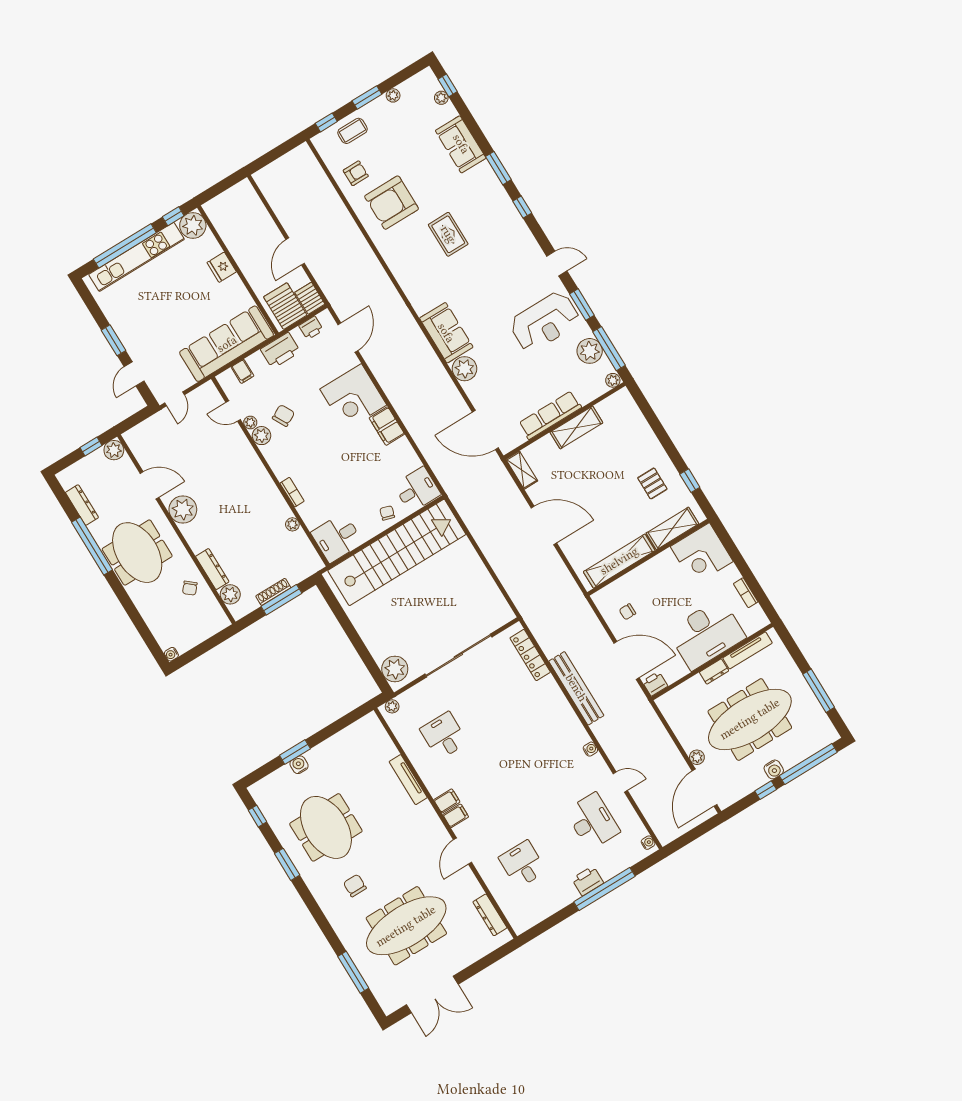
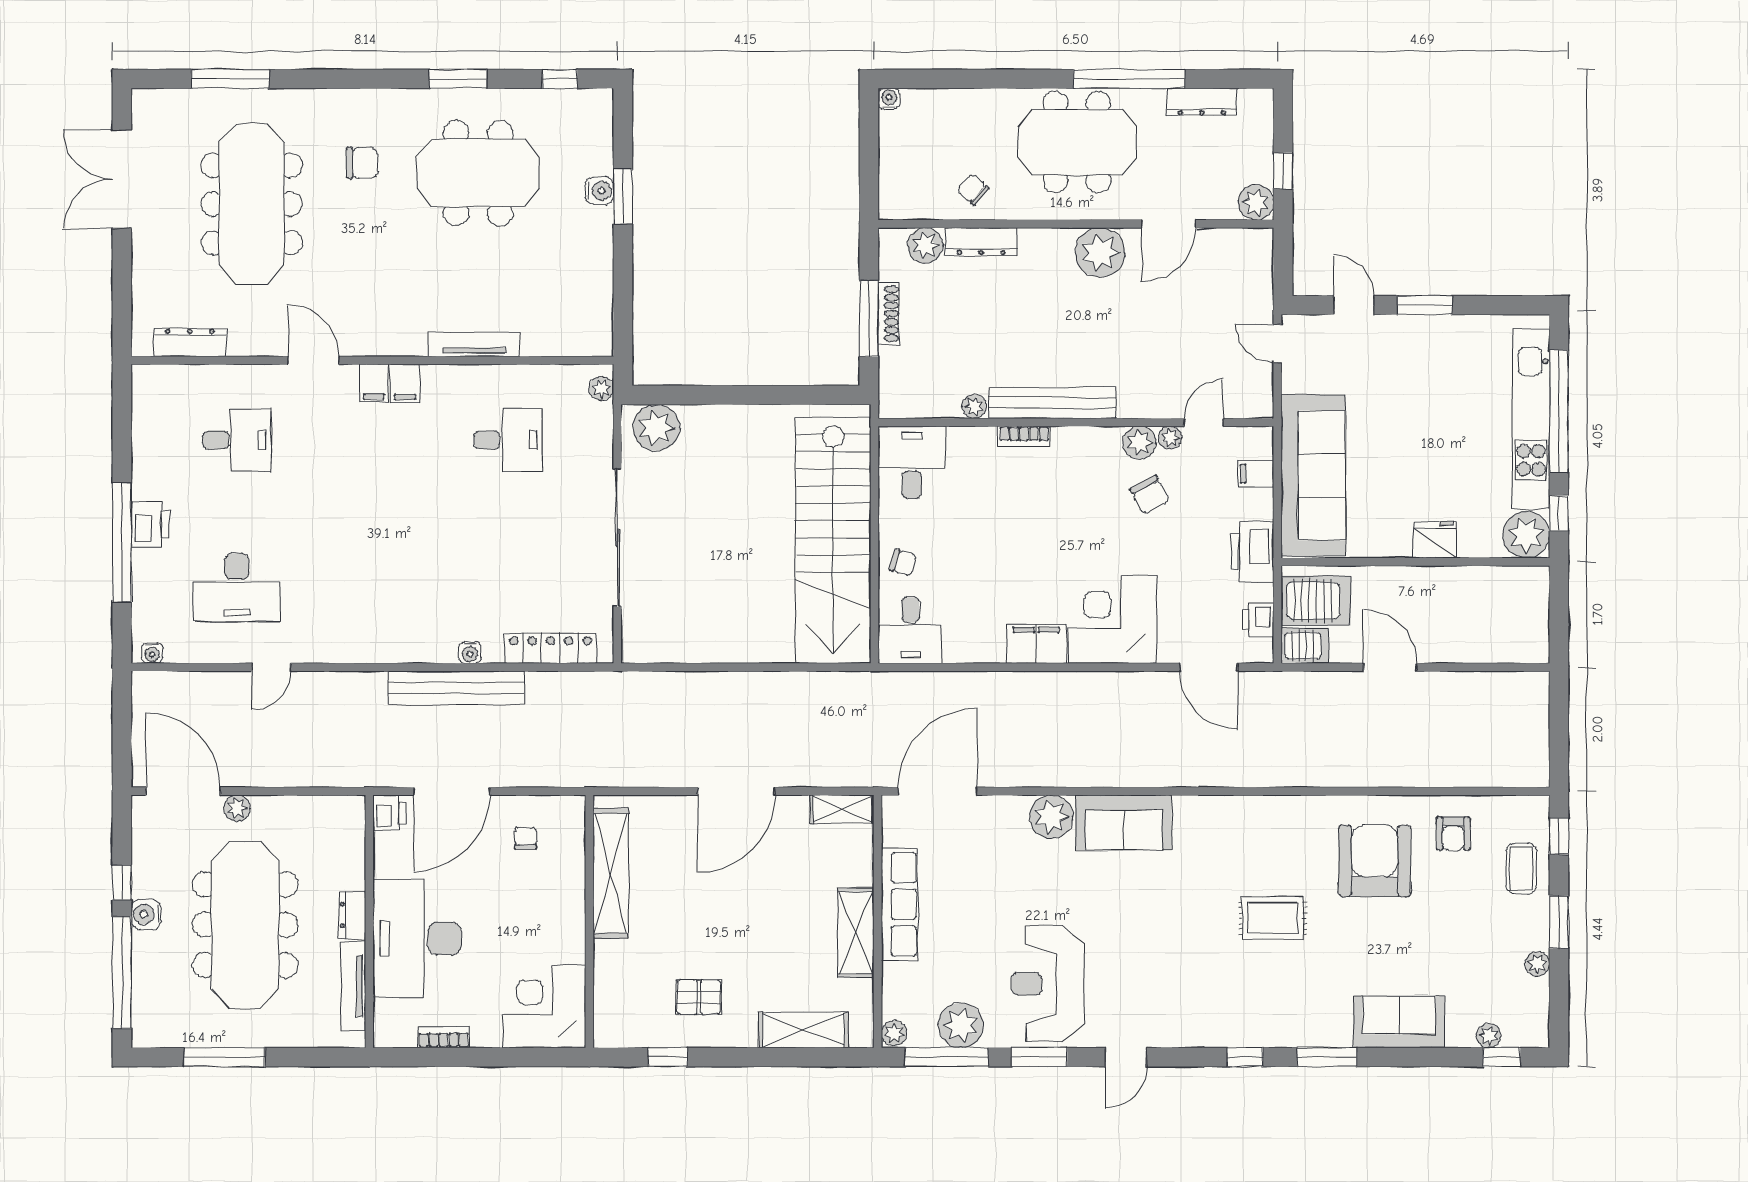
bench: (268, 488) -> (1052, 403), added
shelving: (672, 528) -> (803, 1030), moved, turned 90
water cooler: (590, 749) -> (470, 652), moved

